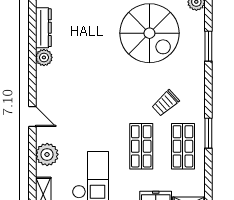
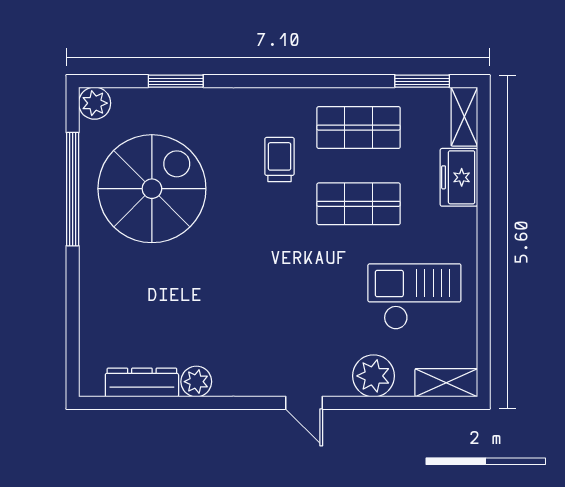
trolley: (165, 103) -> (280, 160), turned -138
door: (32, 116) -> (304, 403), swing flipped
window: (208, 133) -> (422, 81), moved

